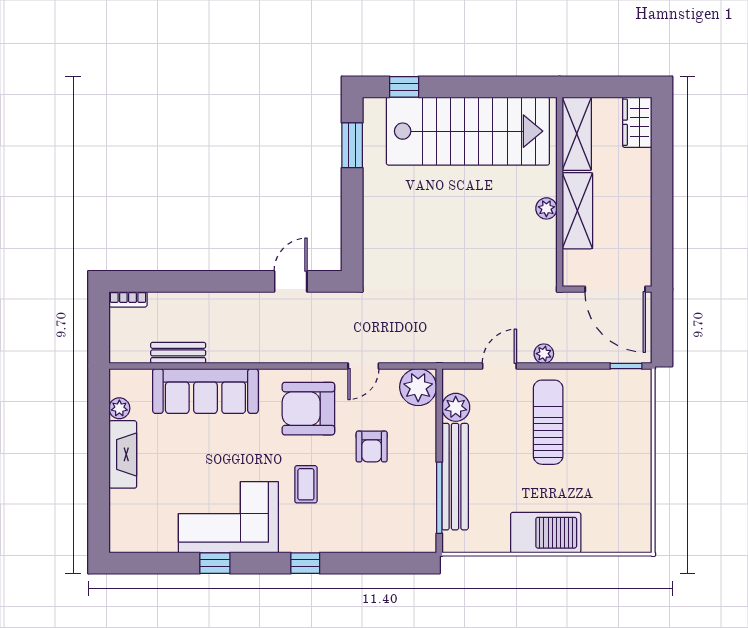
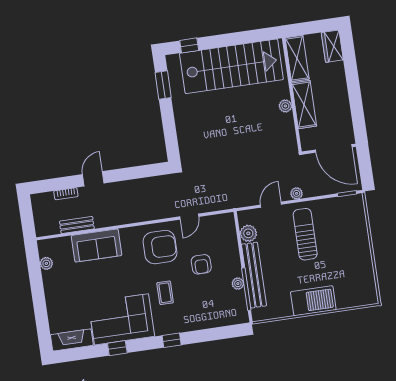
door: (291, 281) -> (93, 179), moved
bookcase: (128, 299) -> (66, 194), moved
plant: (418, 387) -> (238, 284), moved, width x0.53, depth x0.53
sofa: (205, 391) -> (97, 245), width x0.73
armchair: (308, 409) -> (160, 247), turned 180
fireplace: (123, 454) -> (72, 340), moved, turned -90

